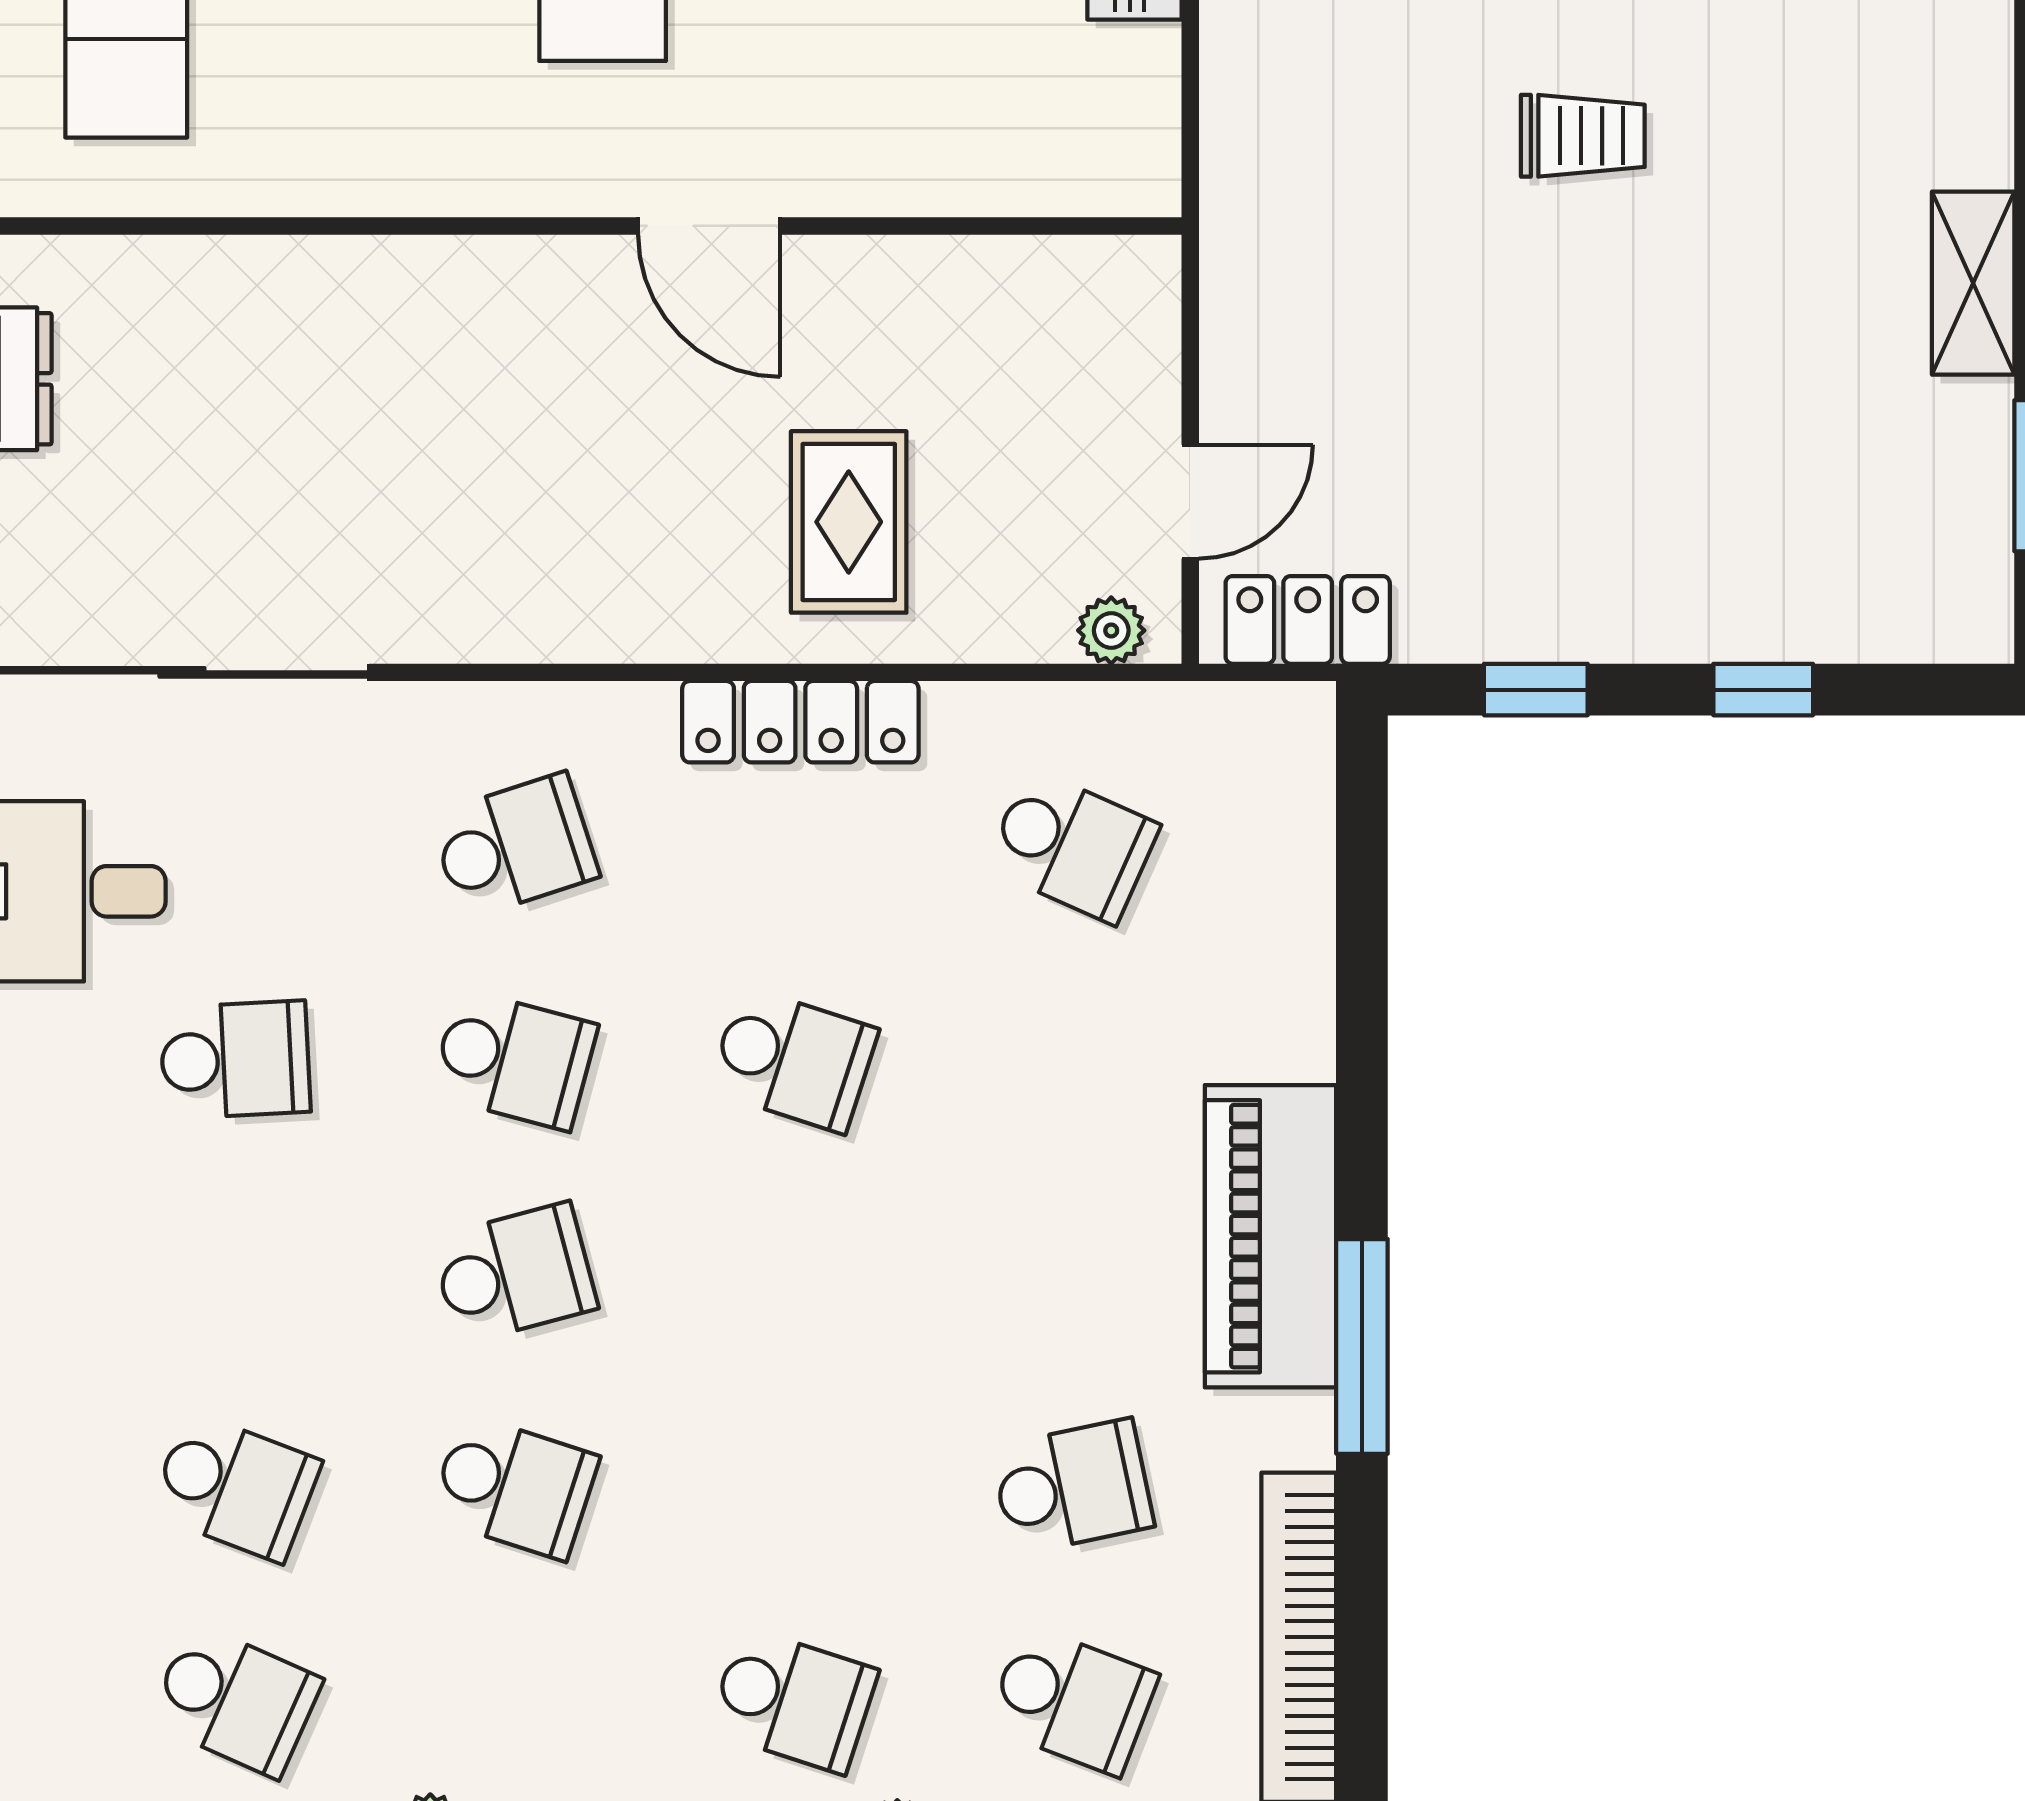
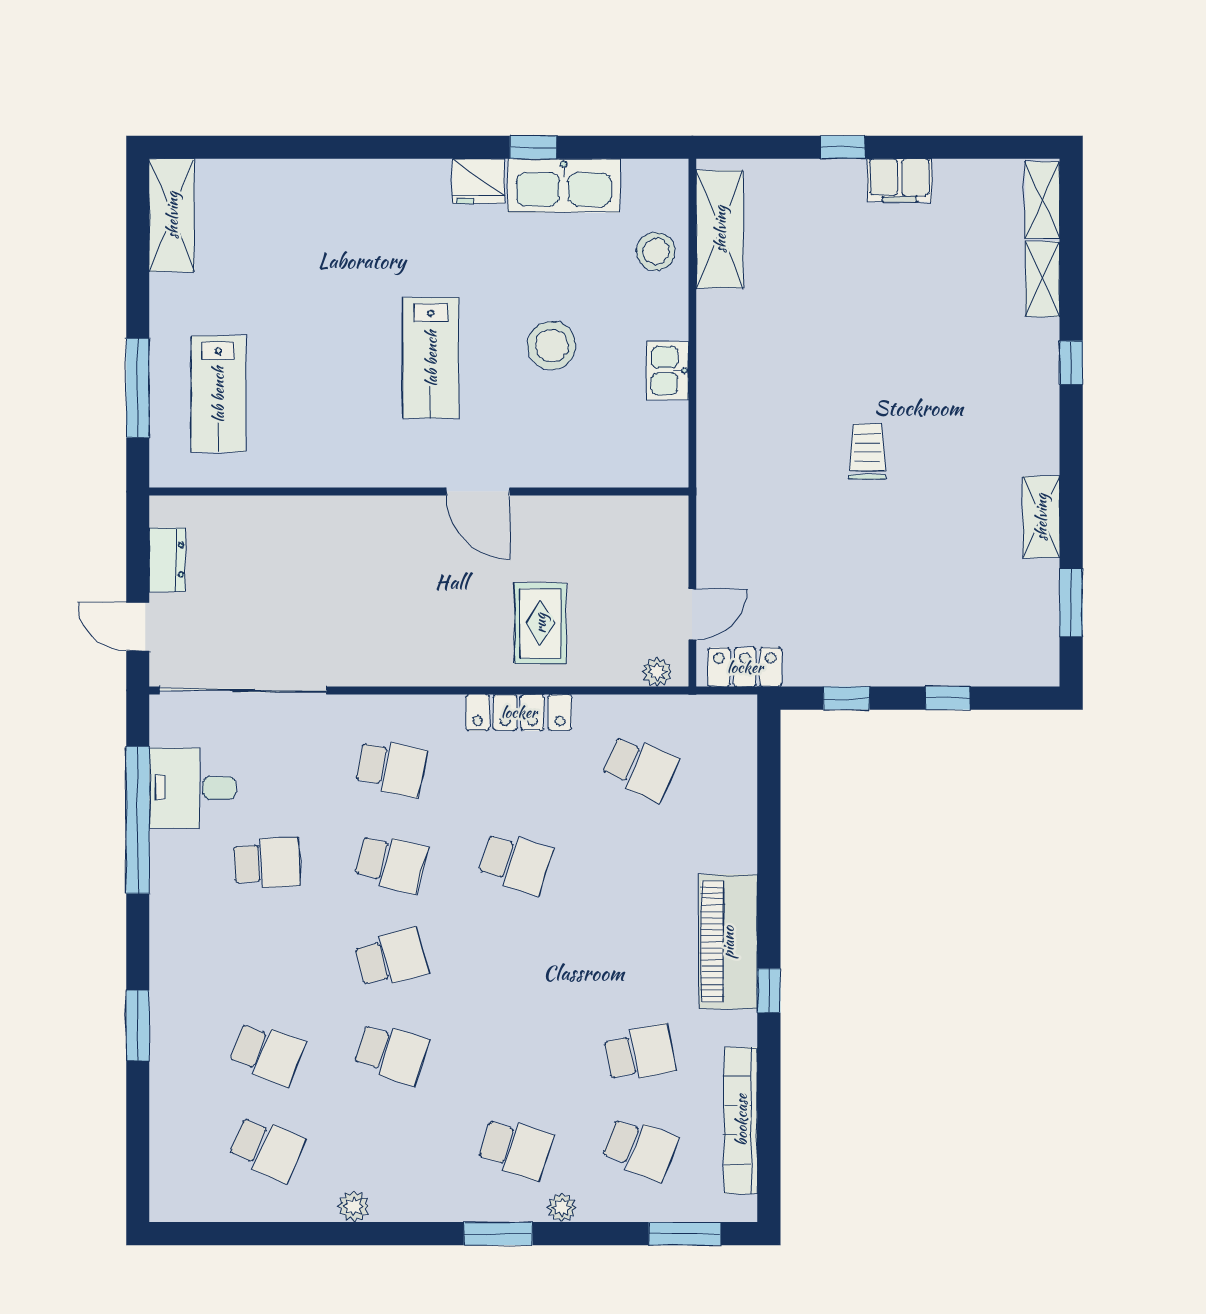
trolley: (1583, 136) -> (867, 451), turned -90
school desk: (514, 846) -> (391, 768), turned 30
window: (1362, 1346) -> (769, 991), width x0.46

